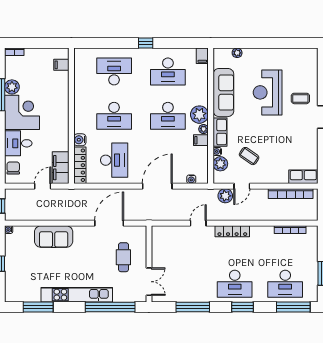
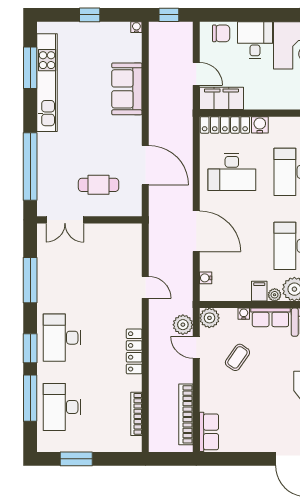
plant: (220, 164) -> (209, 318), moved
locker: (232, 231) -> (134, 351), moved
kitchen unit: (77, 295) -> (47, 83), moved
window: (293, 307) -> (30, 398), moved

